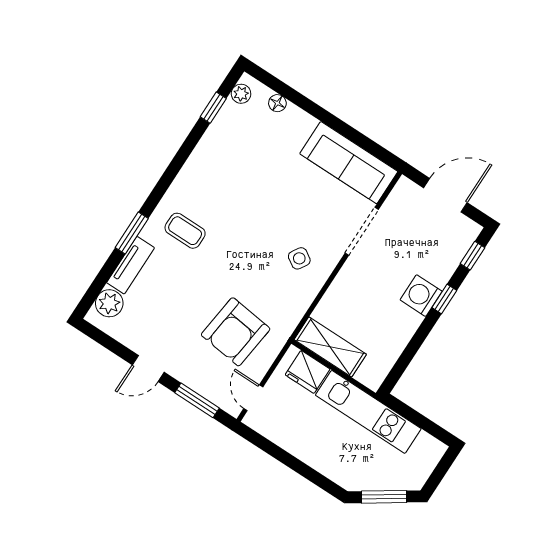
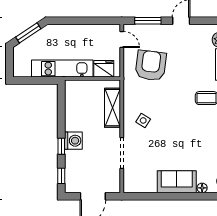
sofa: (349, 163) -> (177, 182), moved, width x0.73
shelving: (330, 347) -> (113, 108), moved, turned 90

